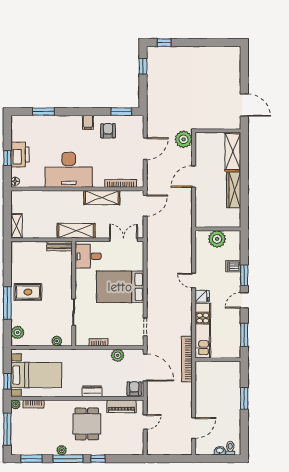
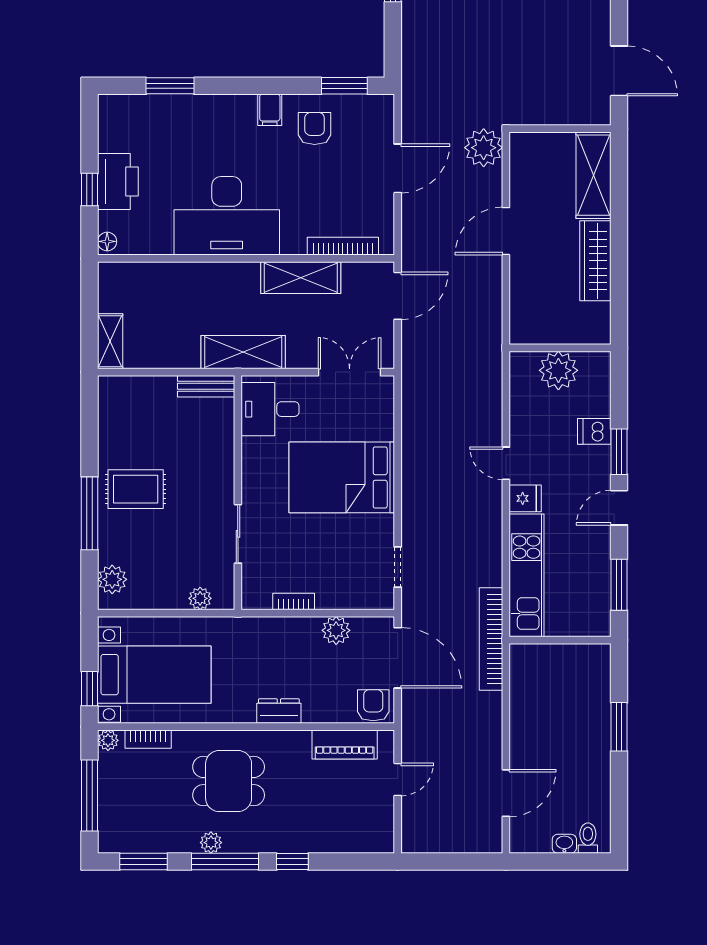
dining table: (87, 424) -> (229, 781), moved, turned 90

